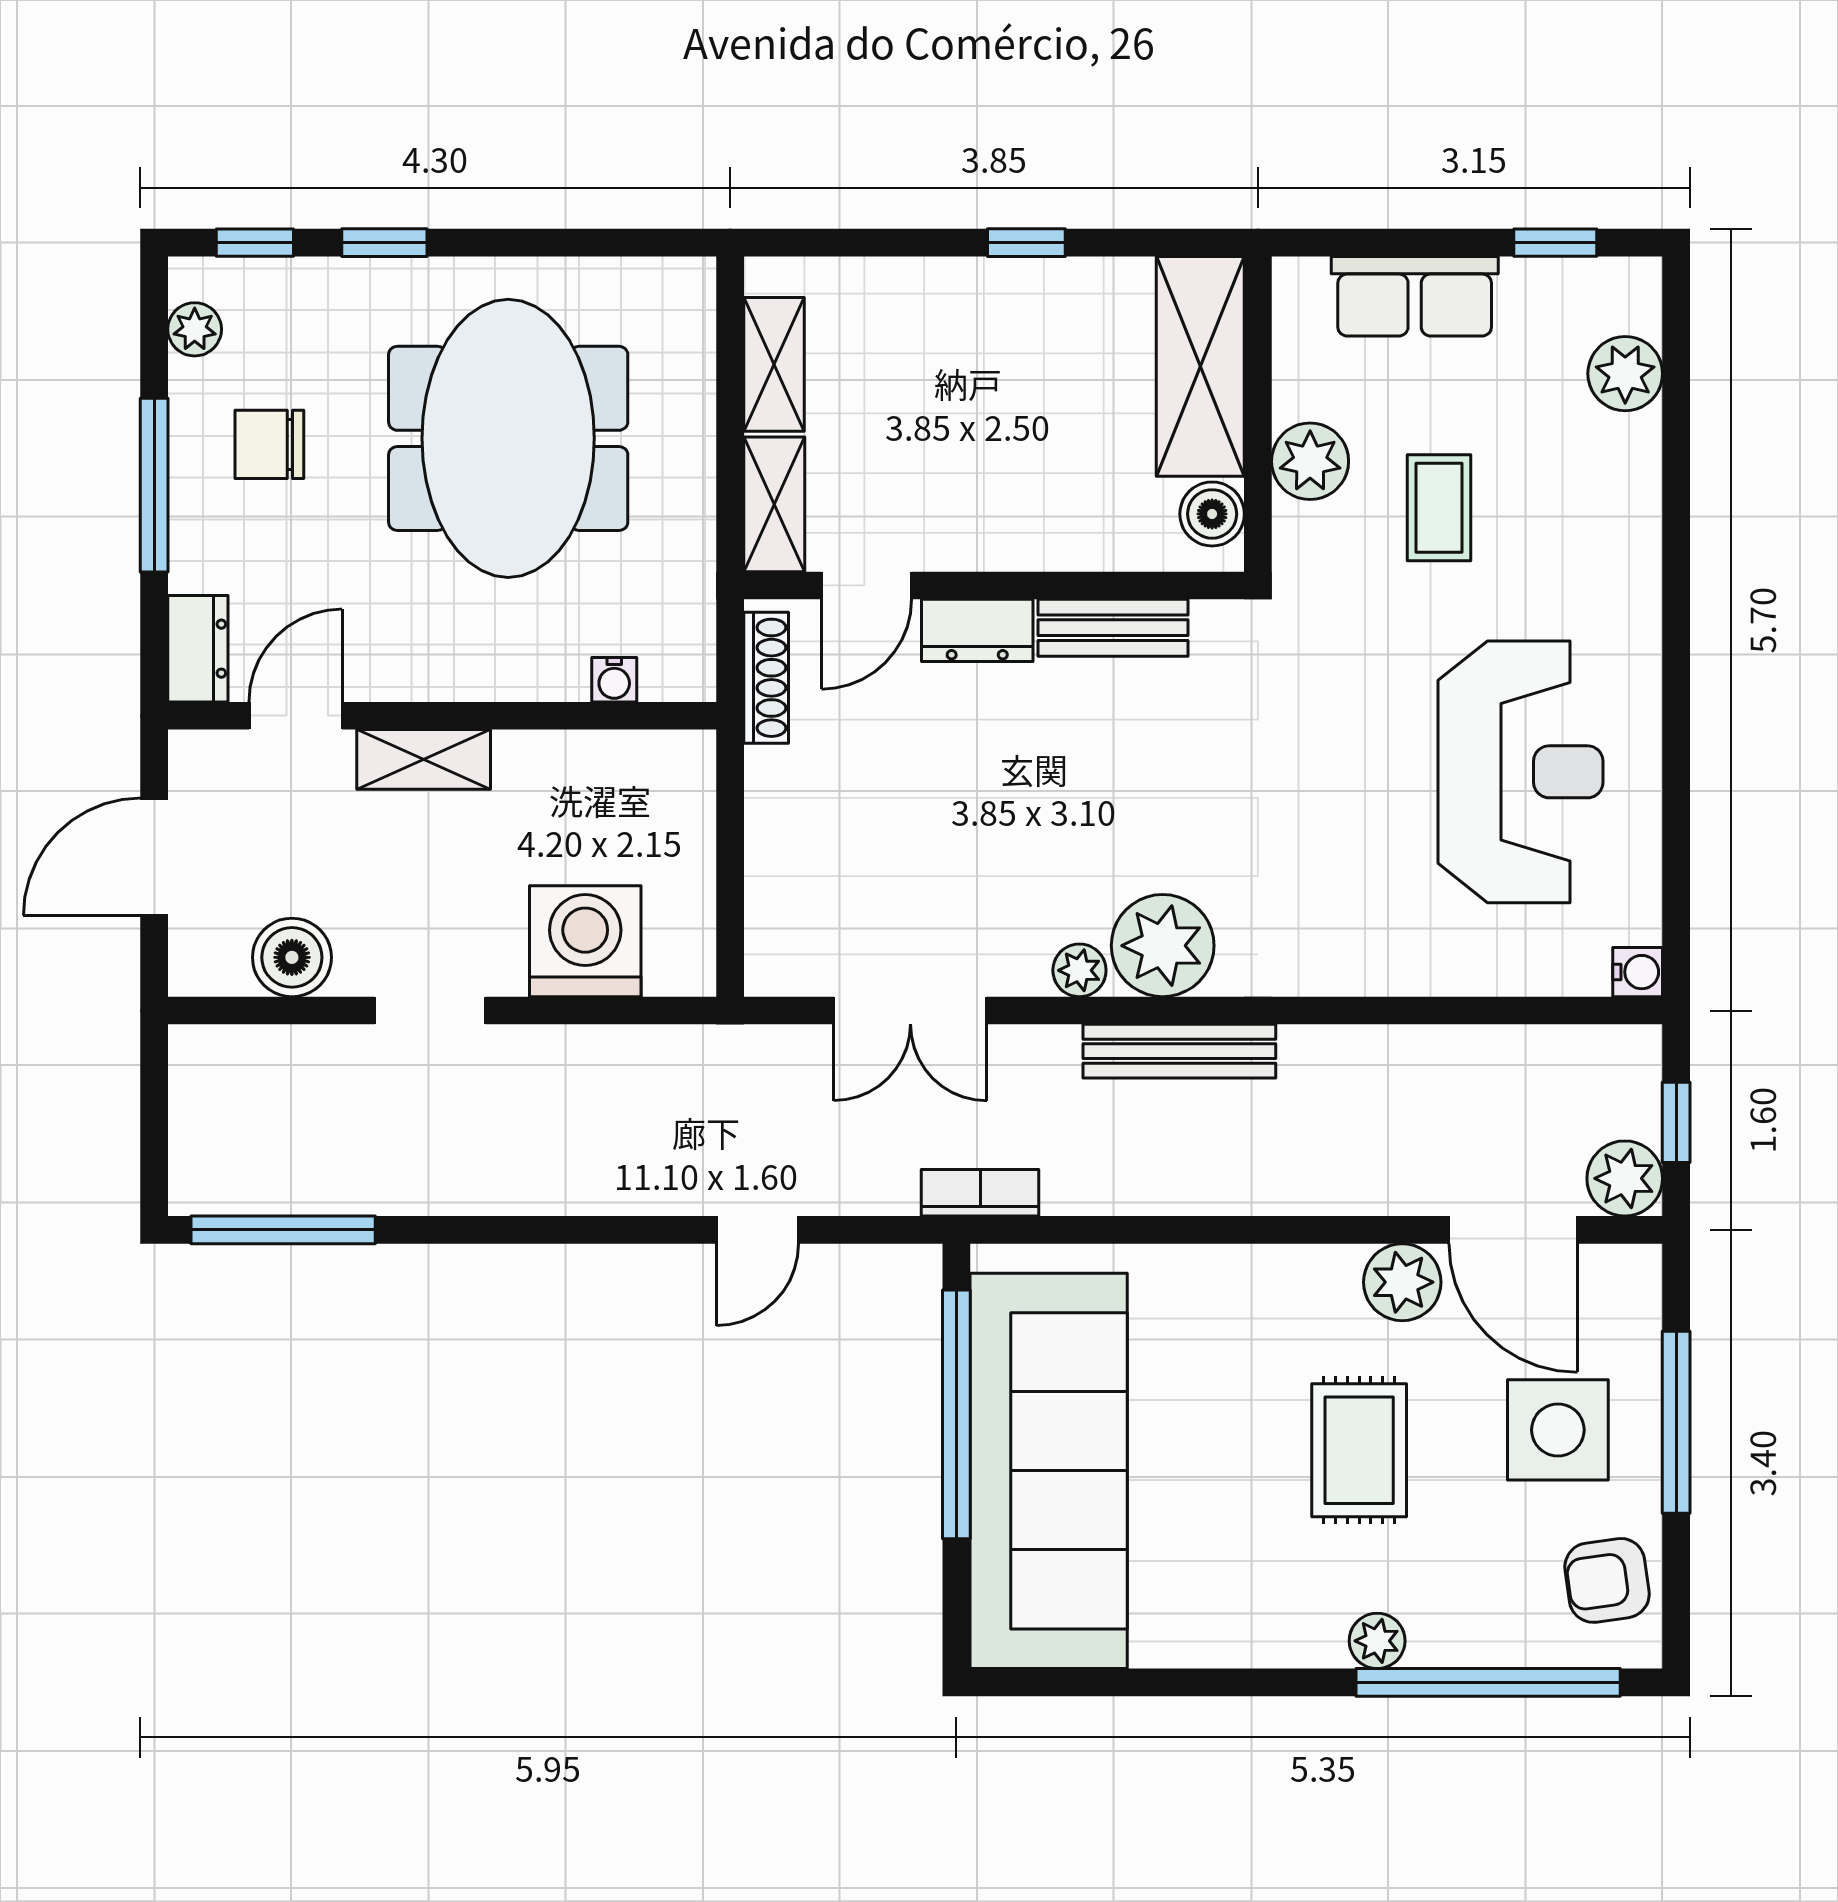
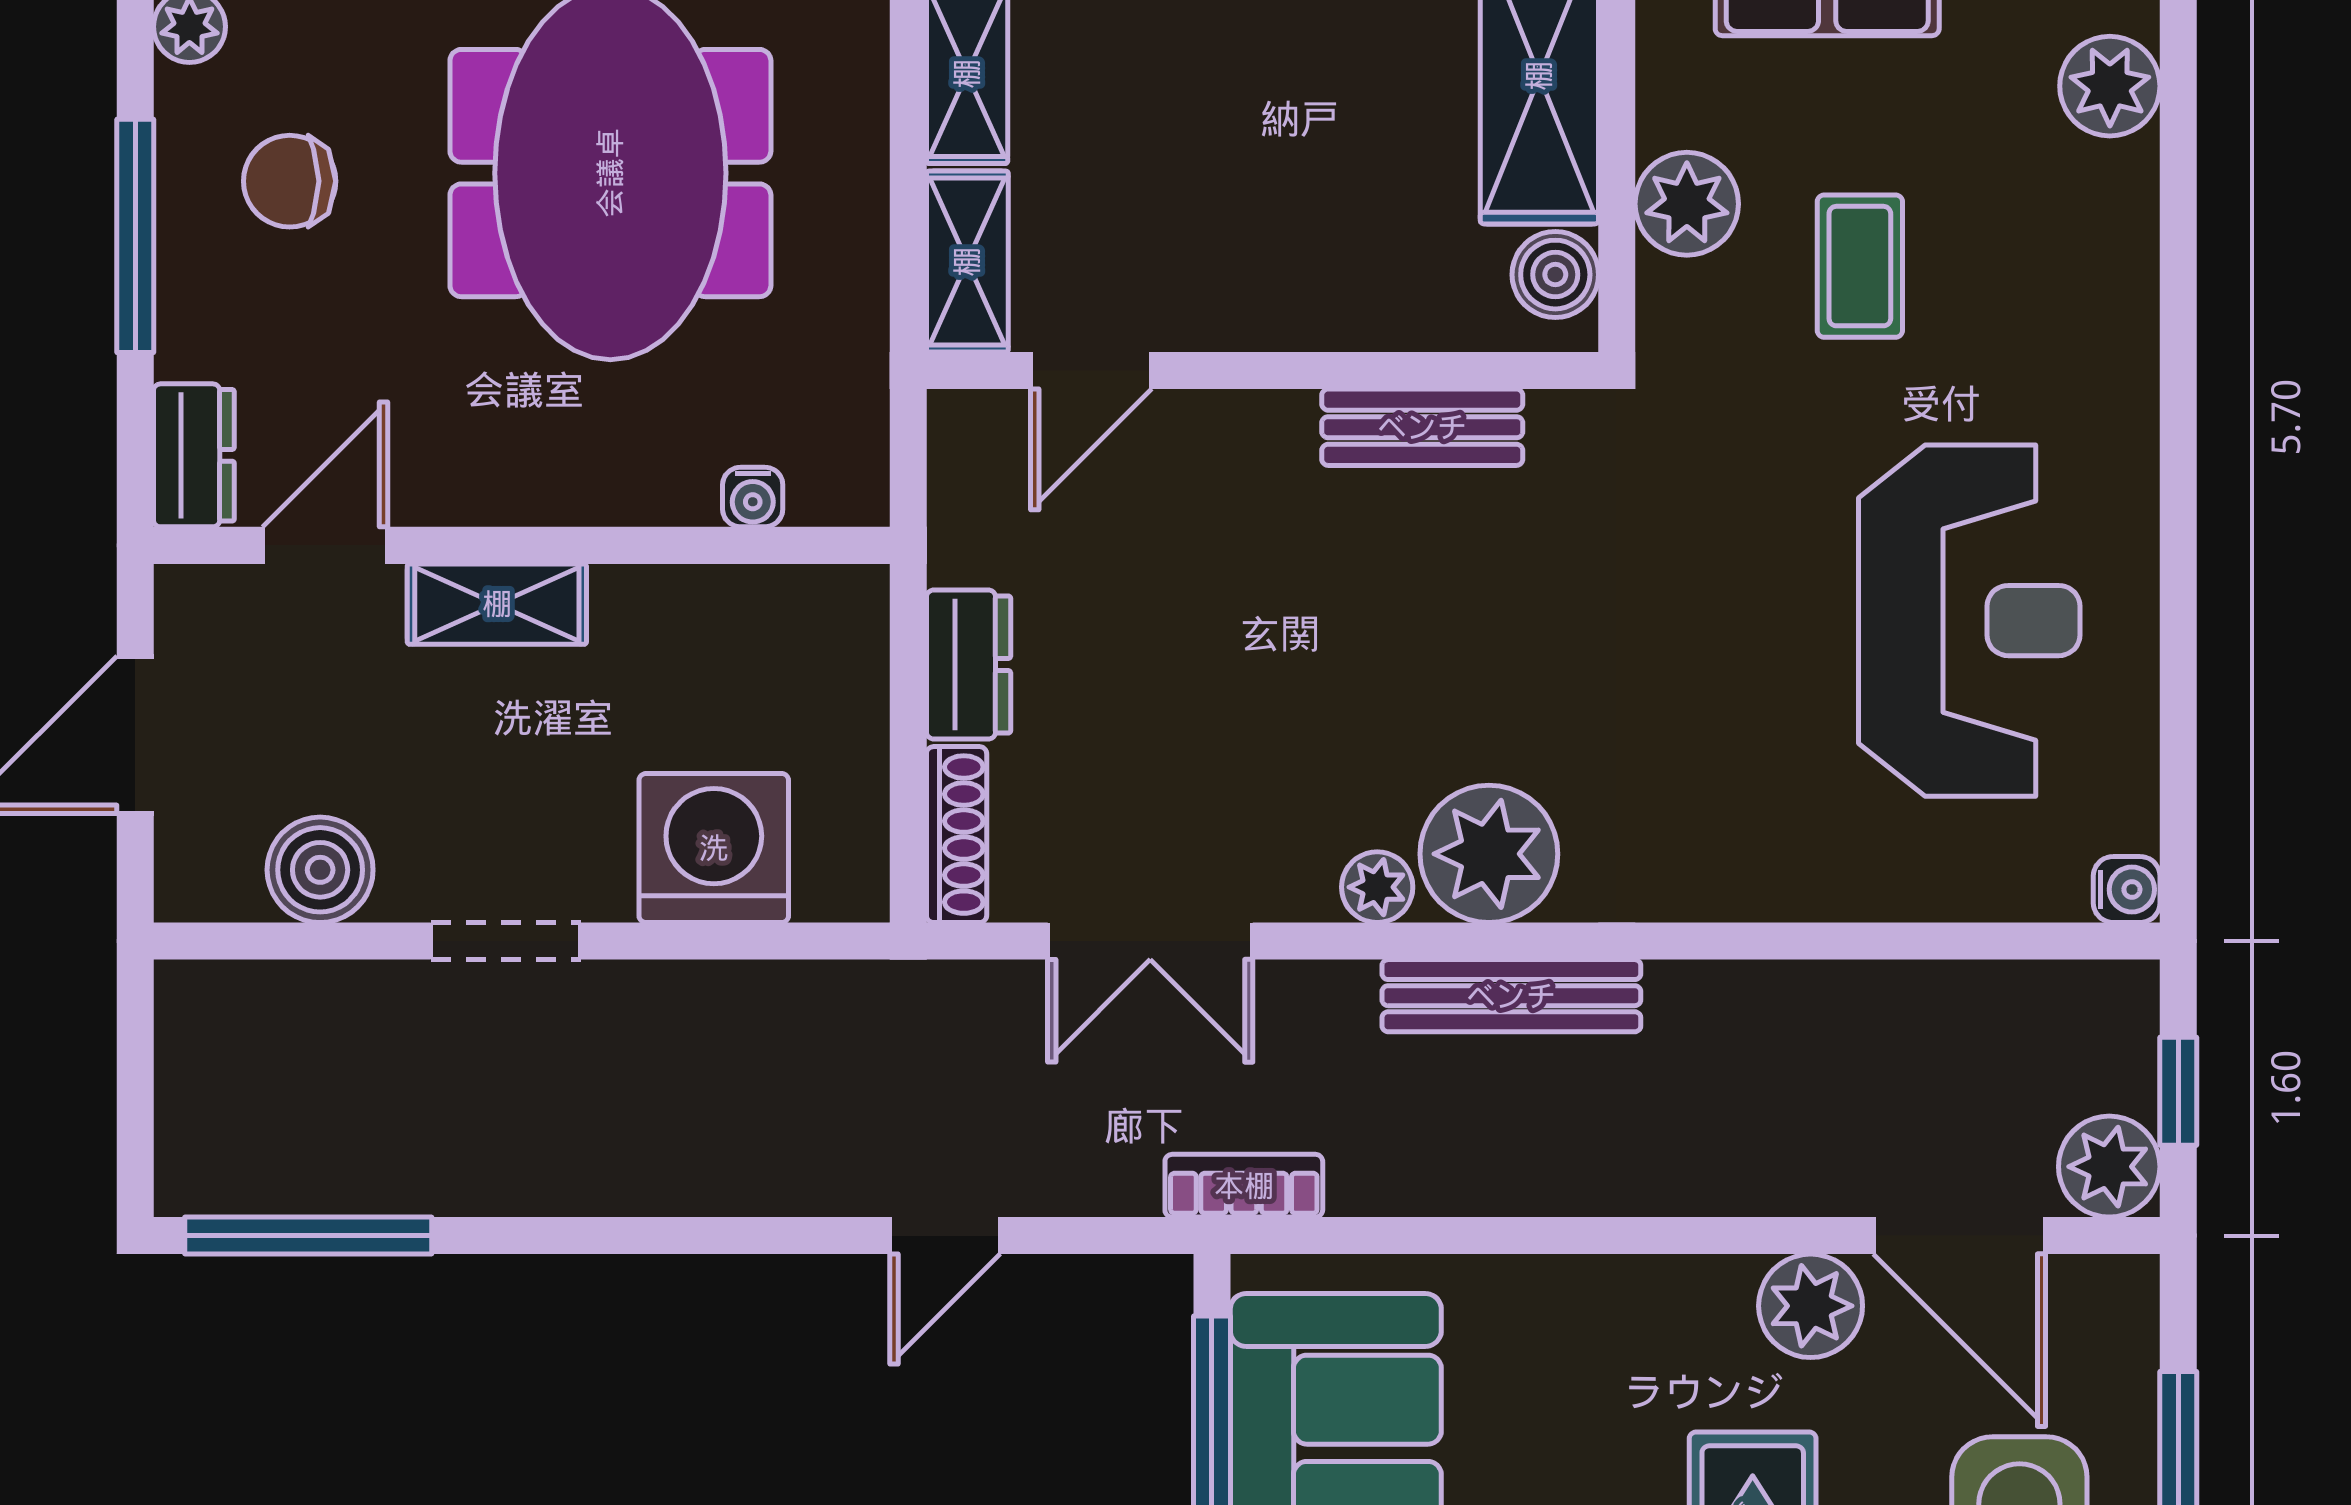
dresser: (977, 630) -> (969, 665), moved, turned -90
shoe rack: (766, 678) -> (957, 835), moved

